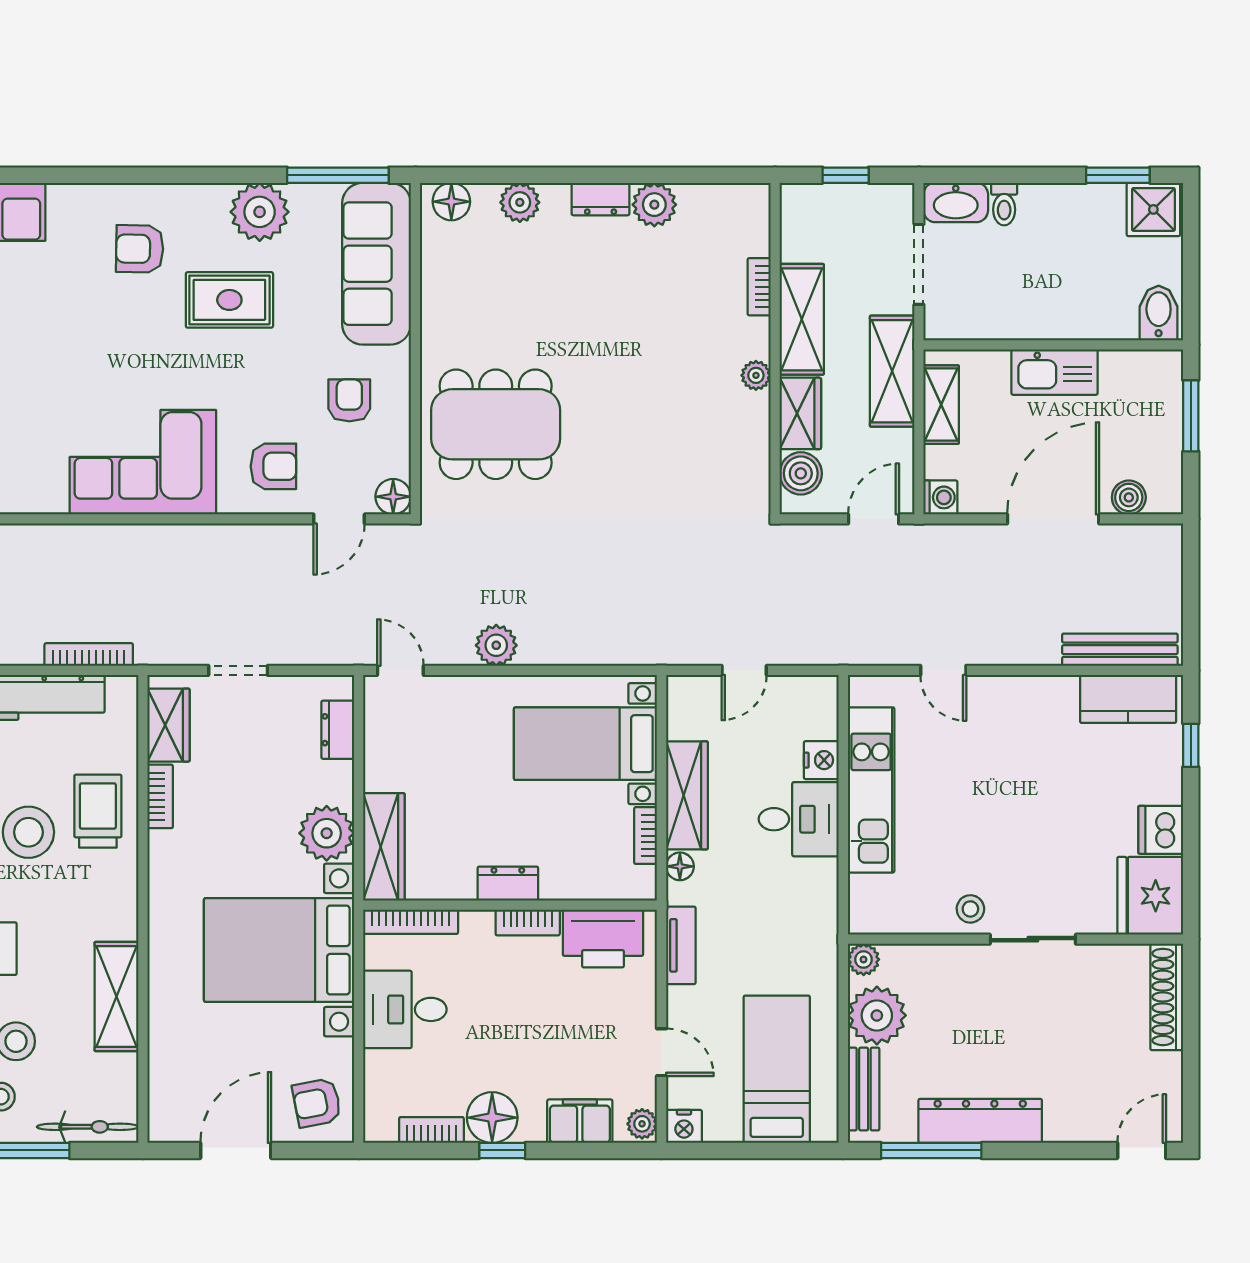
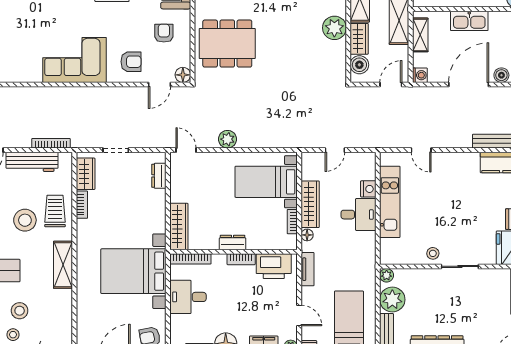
plant: (756, 375) -> (334, 28), width x1.87, depth x1.87
plant: (327, 833) -> (154, 221), removed
shelving: (116, 997) -> (63, 265), moved

